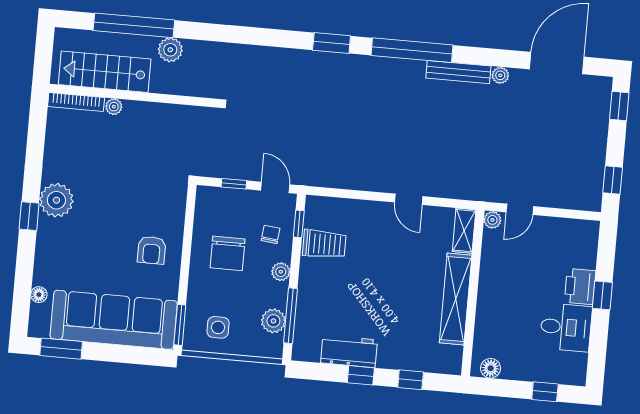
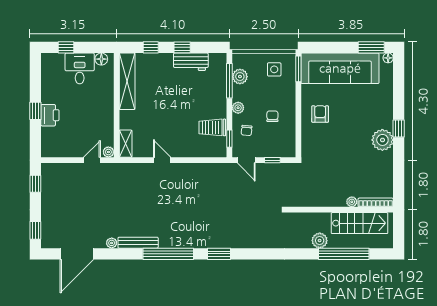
chair: (228, 253) -> (272, 116), width x0.54, depth x0.54
floor lamp: (39, 295) -> (388, 58), moved
shelving: (456, 299) -> (127, 81), moved
desk: (566, 327) -> (80, 68), moved, turned 90

